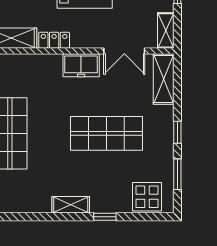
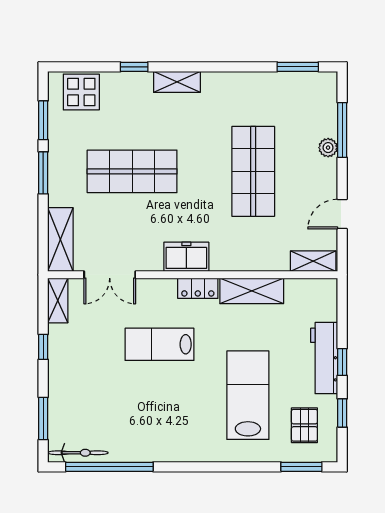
double door: (124, 51) -> (110, 275), swing flipped
freezer: (81, 65) -> (186, 257), moved
window: (177, 132) -> (43, 173), width x1.50

